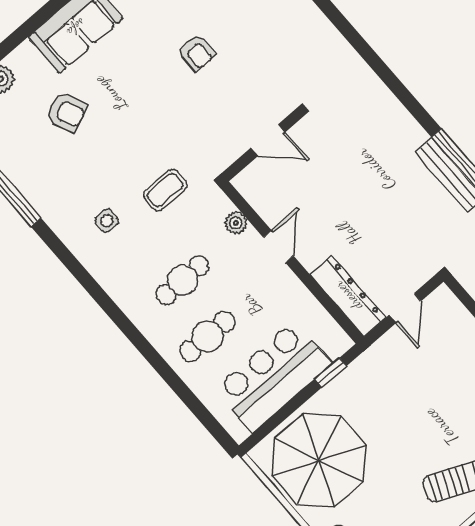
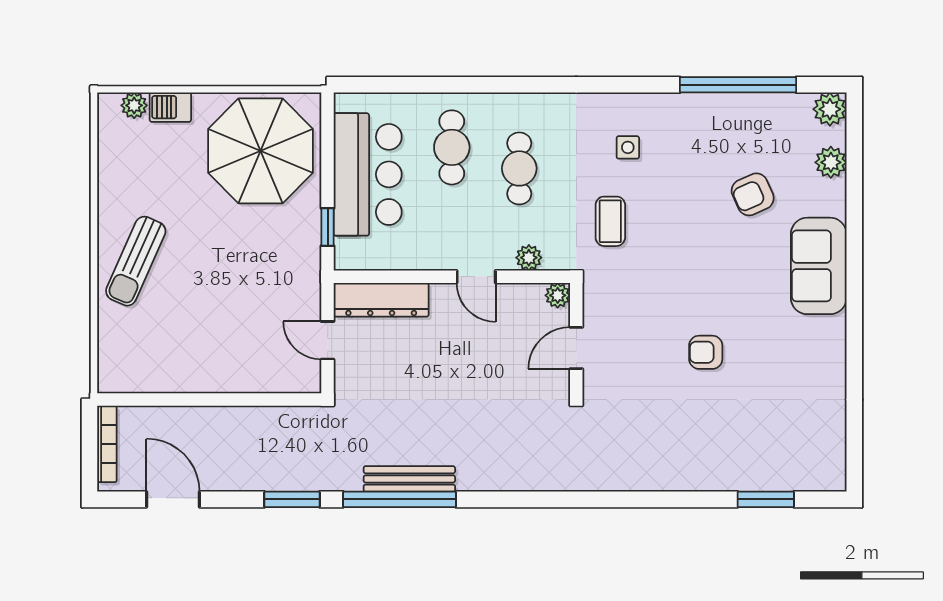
plant: (244, 182) -> (558, 295), added

